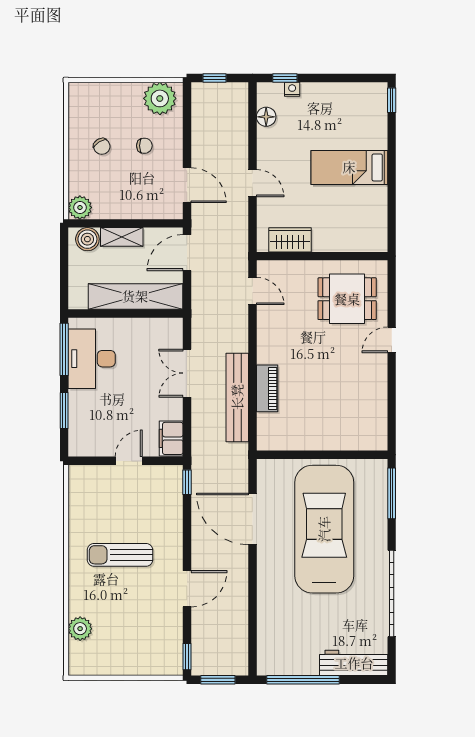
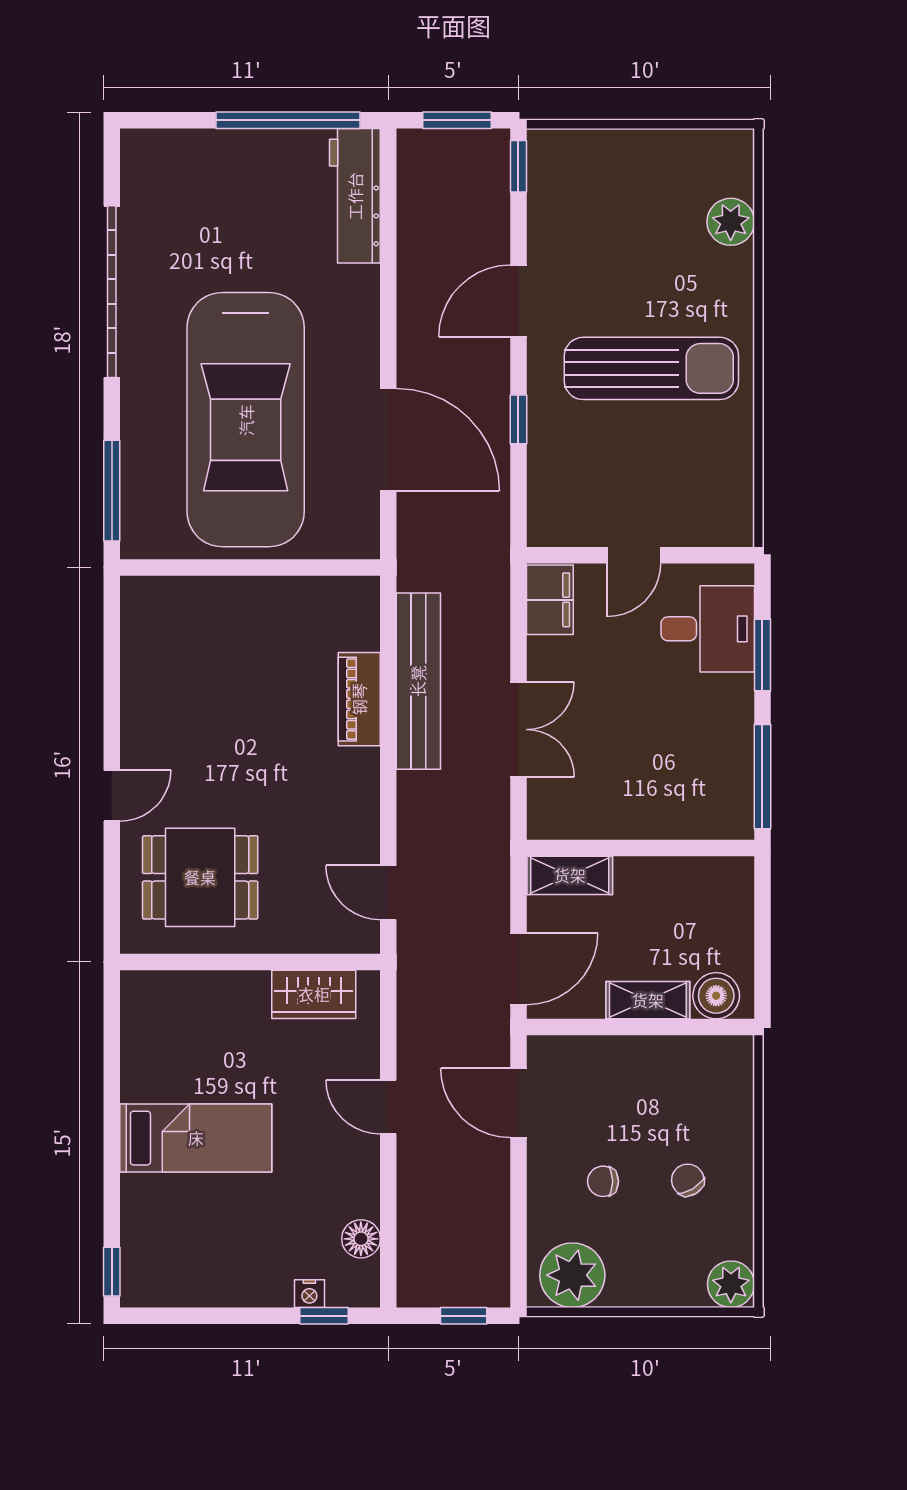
plant: (80, 207) -> (731, 1284), moved
shelving: (135, 296) -> (570, 875), width x0.45, depth x0.75
desk: (92, 359) -> (708, 629), moved, width x0.73
window: (187, 482) -> (518, 419), moved
sun lounger: (120, 555) -> (651, 368), width x1.36, depth x1.34
workbench: (354, 663) -> (355, 196), moved, turned 90

